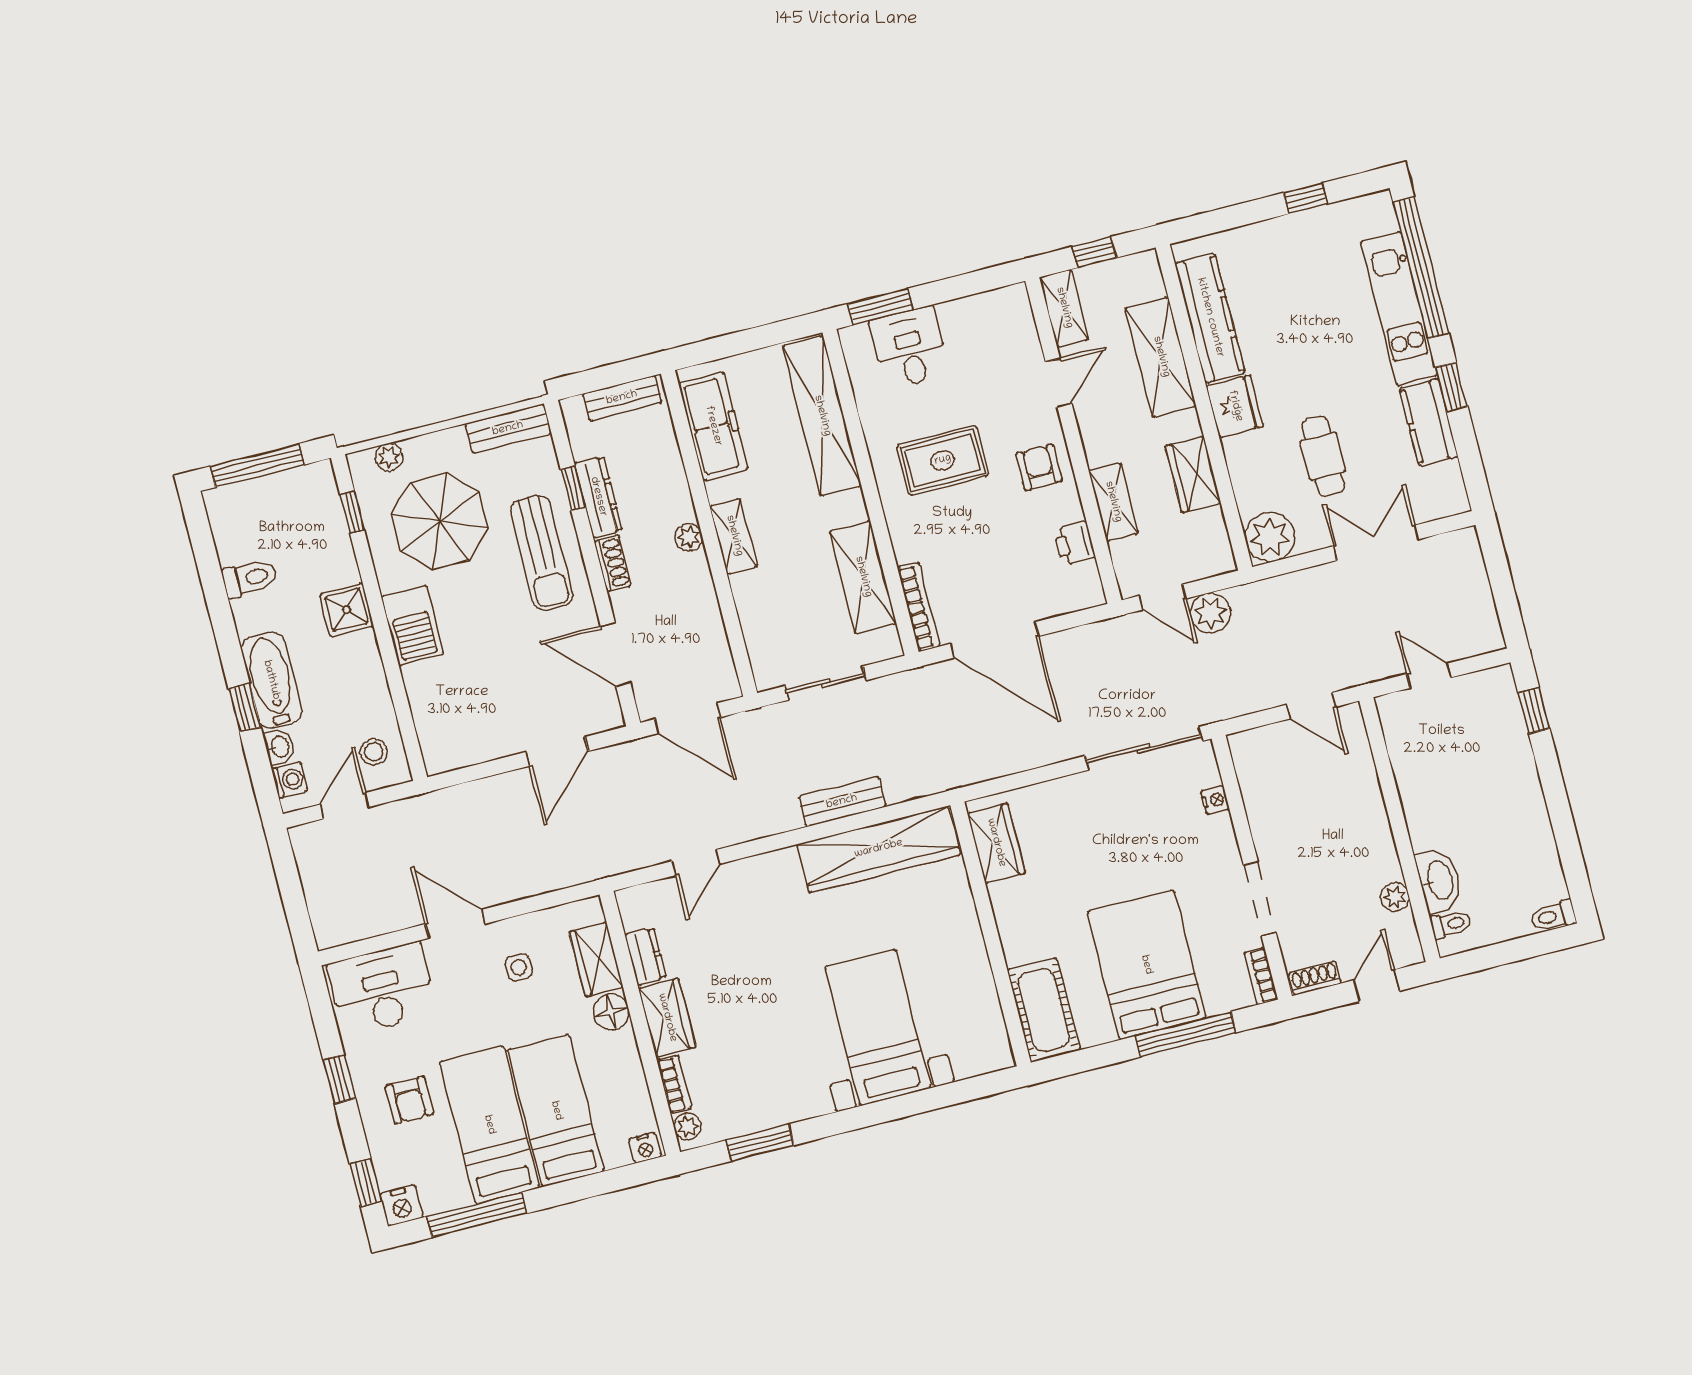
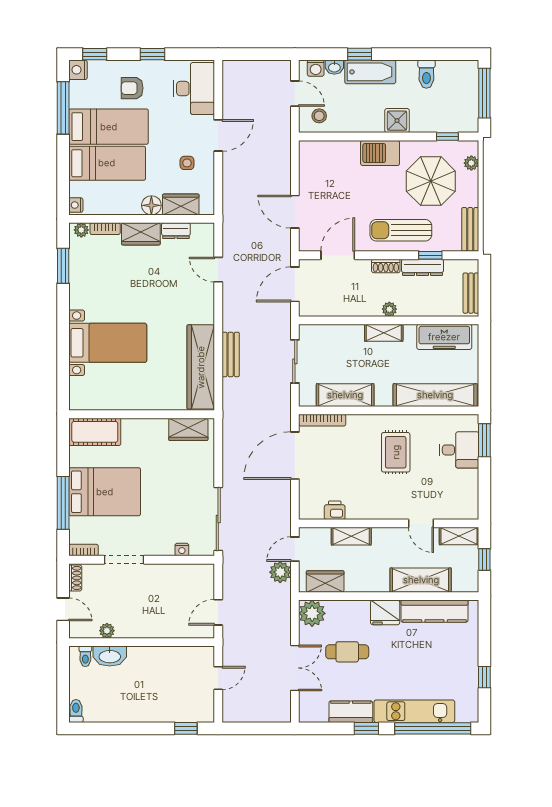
armchair: (1039, 467) -> (379, 502), removed
wardrobe: (1193, 474) -> (325, 581), moved

